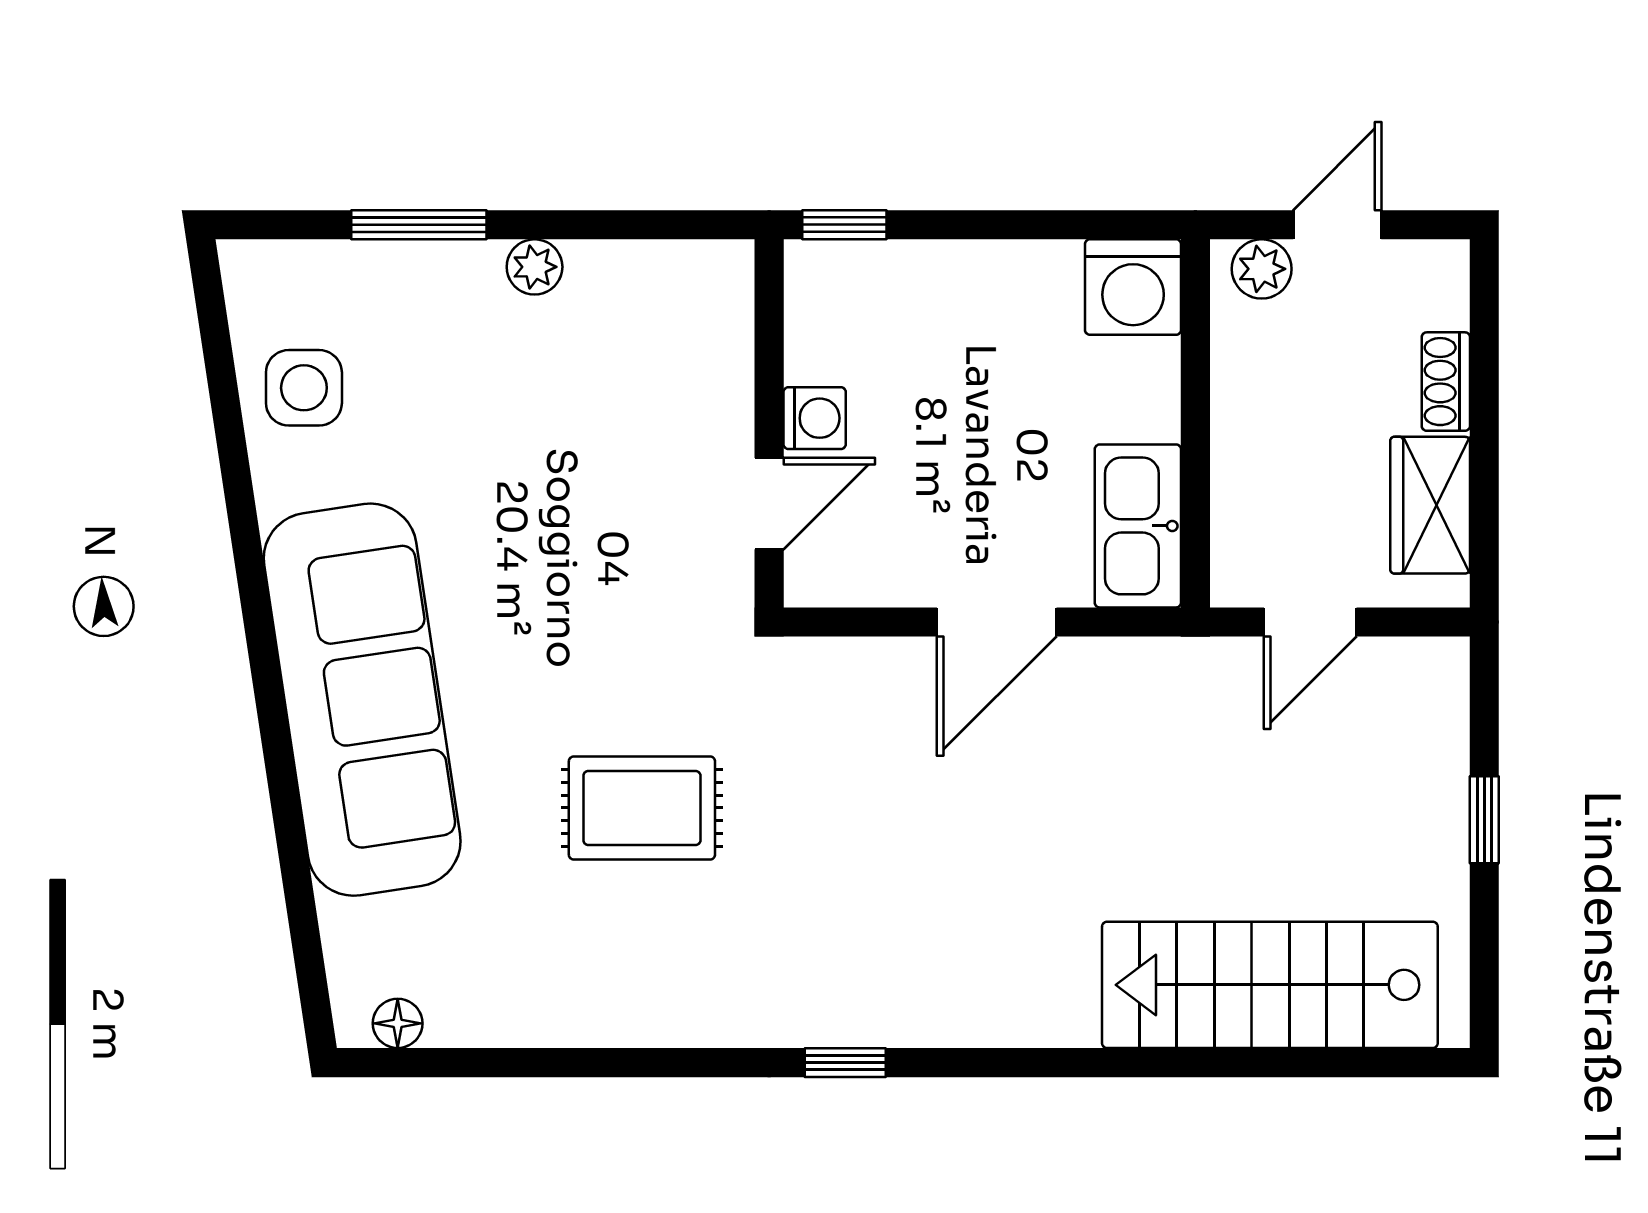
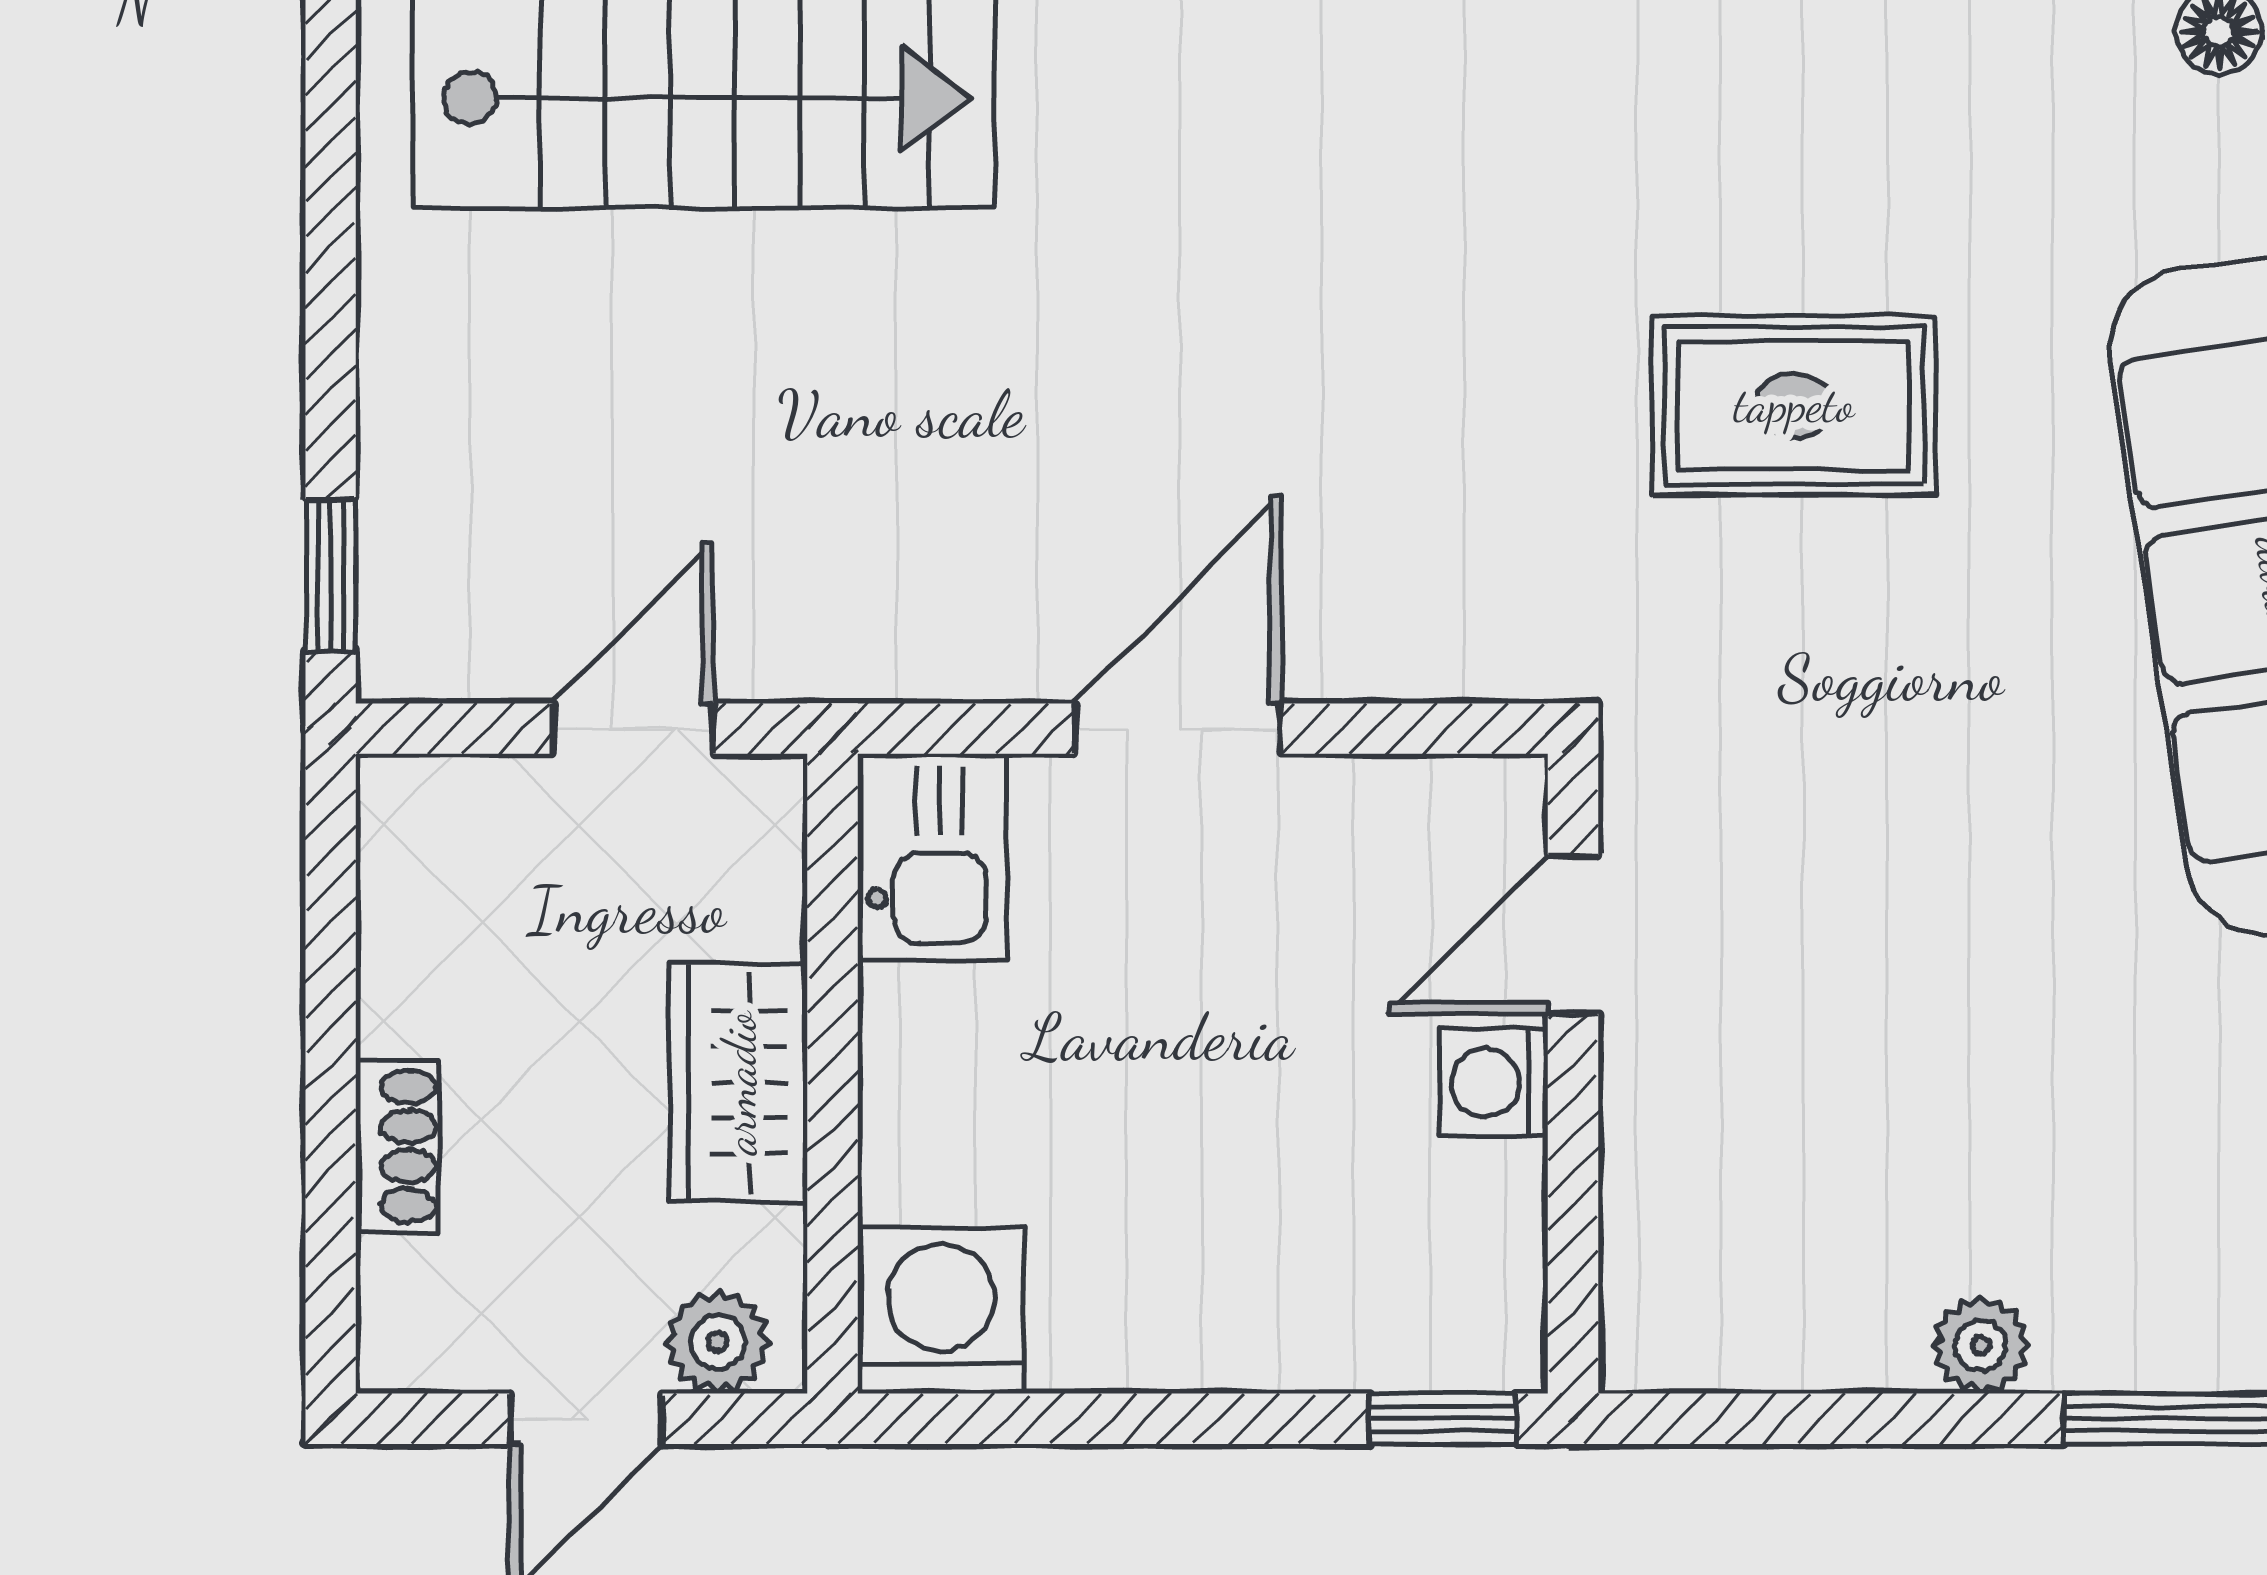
wardrobe: (1430, 505) -> (739, 1083), moved, turned 180
kitchen sink: (1138, 526) -> (932, 857), width x0.73
window: (1484, 820) -> (331, 575), moved

